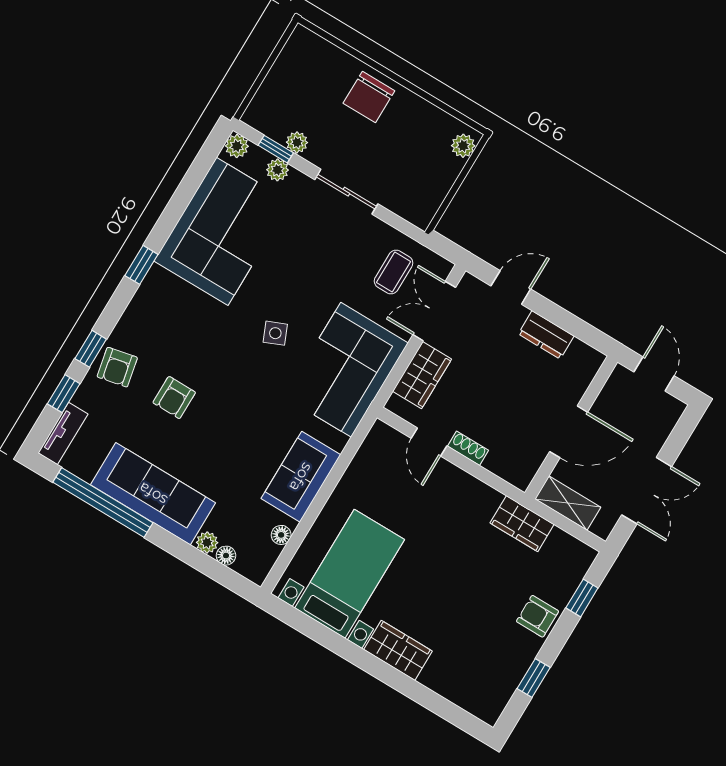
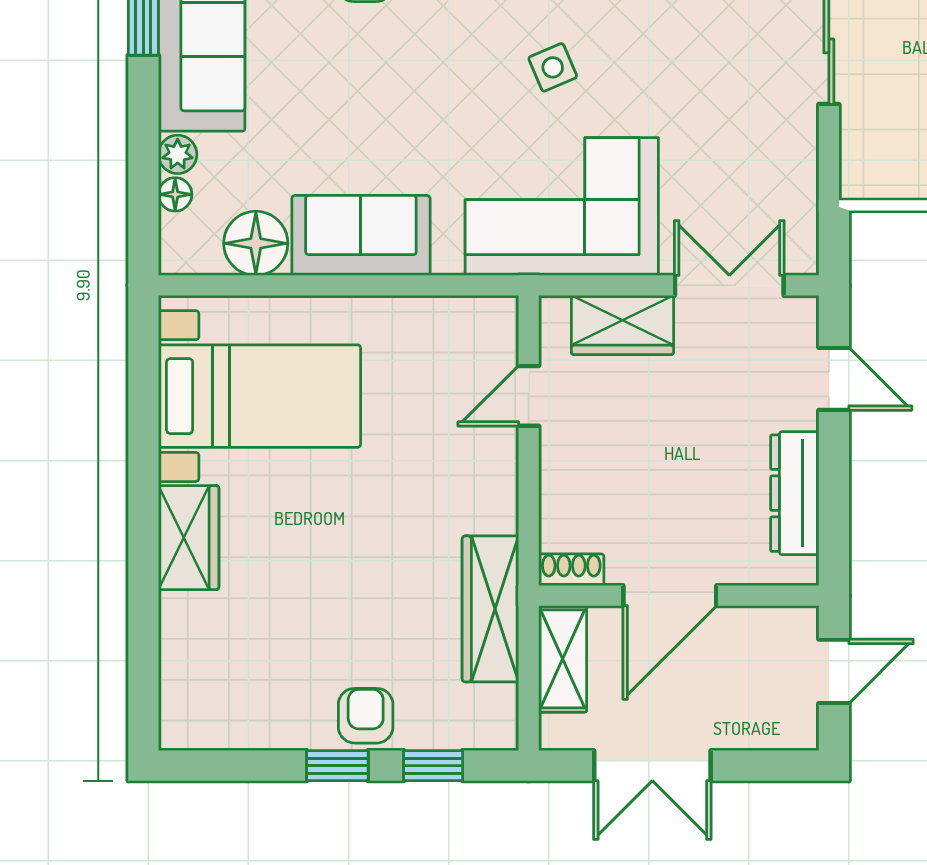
coffee table: (394, 272) -> (751, 189), removed
dresser: (546, 335) -> (795, 493), width x1.44
door: (569, 432) -> (670, 596), hinge flipped
shoe rack: (468, 448) -> (571, 570), moved, turned -90
wardrobe: (522, 524) -> (490, 609), width x1.50
floor lamp: (281, 535) -> (256, 243), width x1.89, depth x1.89
window: (534, 678) -> (337, 766), moved

